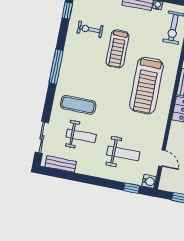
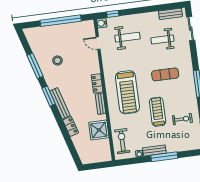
treadmill: (146, 85) -> (127, 92), turned 180
exercise mat: (78, 105) -> (165, 74), moved
weight bench: (123, 153) -> (127, 37), turned 180

